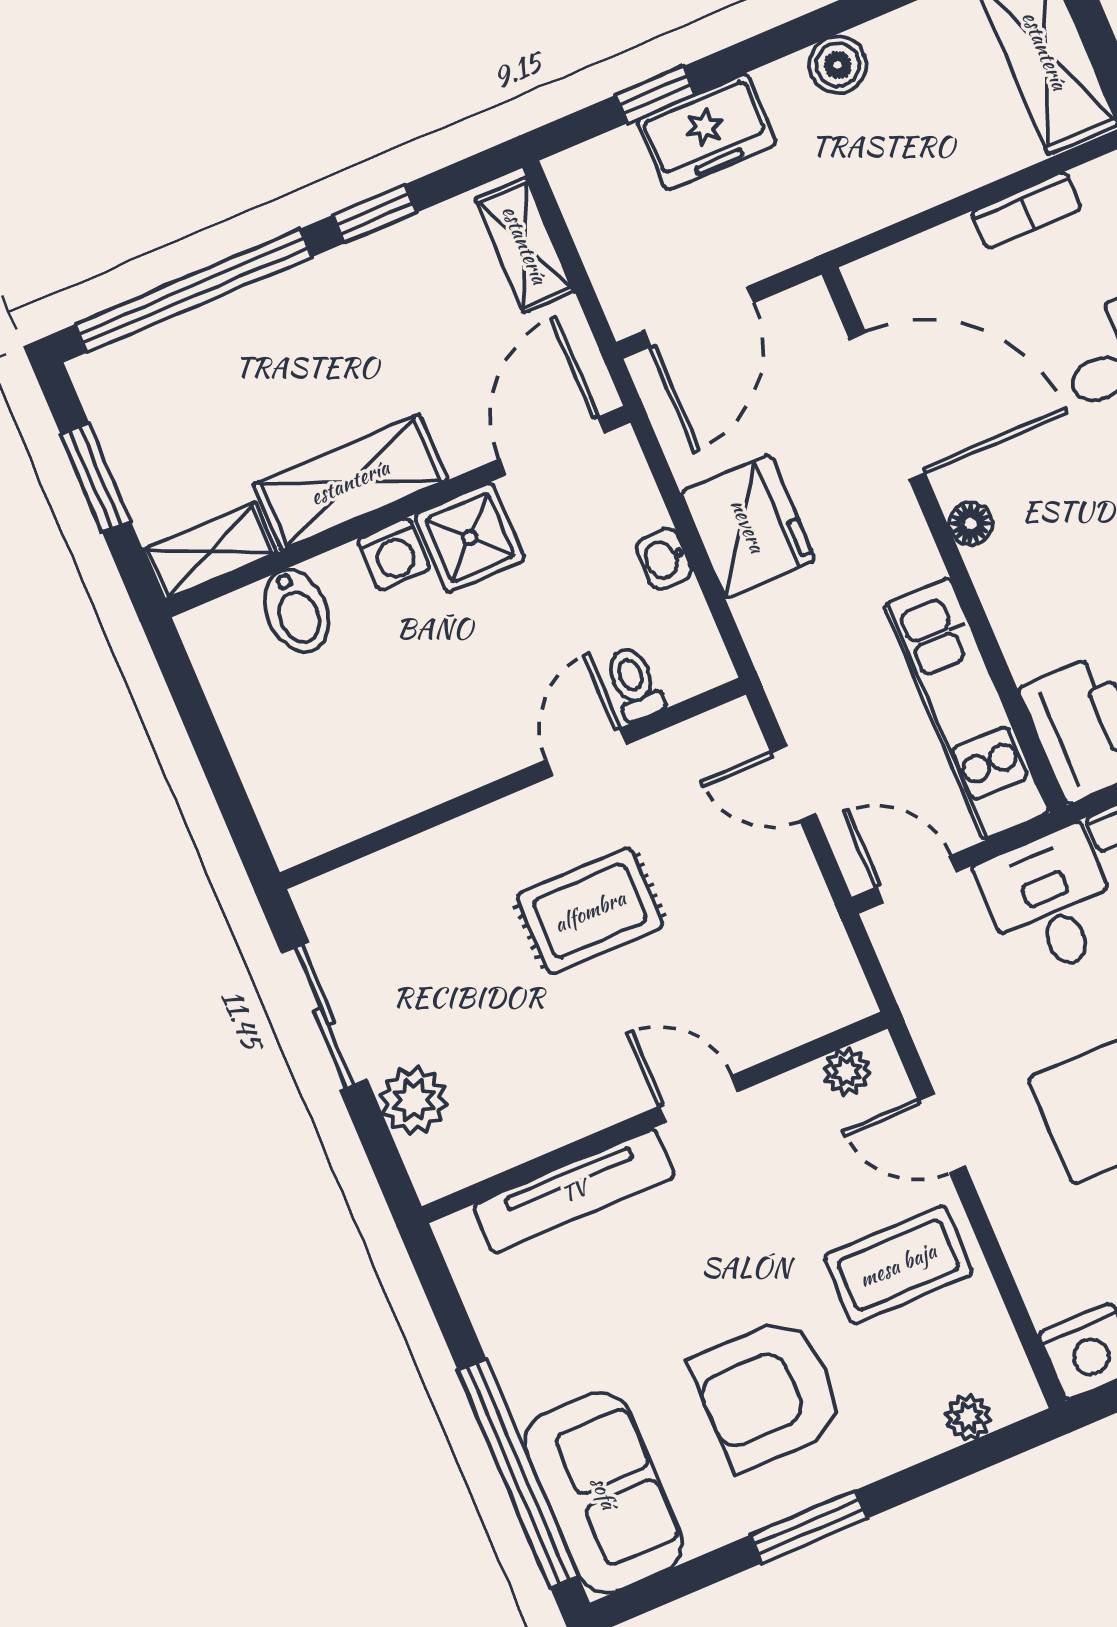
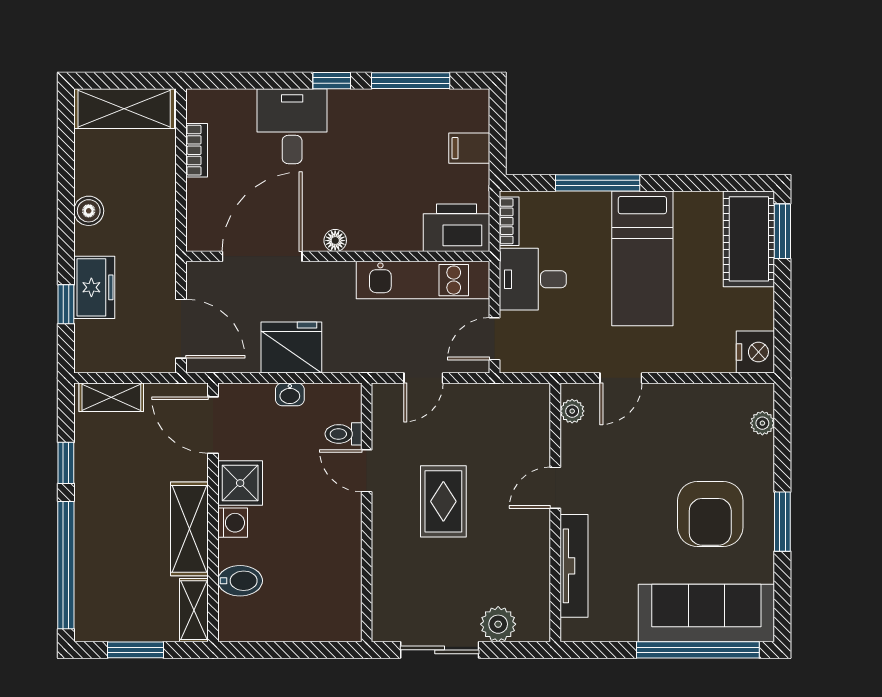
coffee table: (898, 1265) -> (675, 426), removed
sofa: (604, 1493) -> (706, 613), width x1.36

